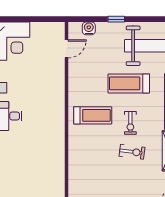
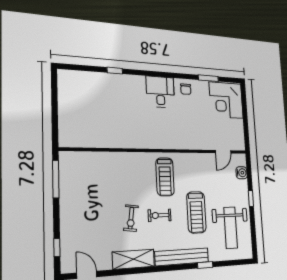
door: (67, 49) -> (223, 152), hinge flipped
treadmill: (129, 83) -> (196, 212), turned 180

